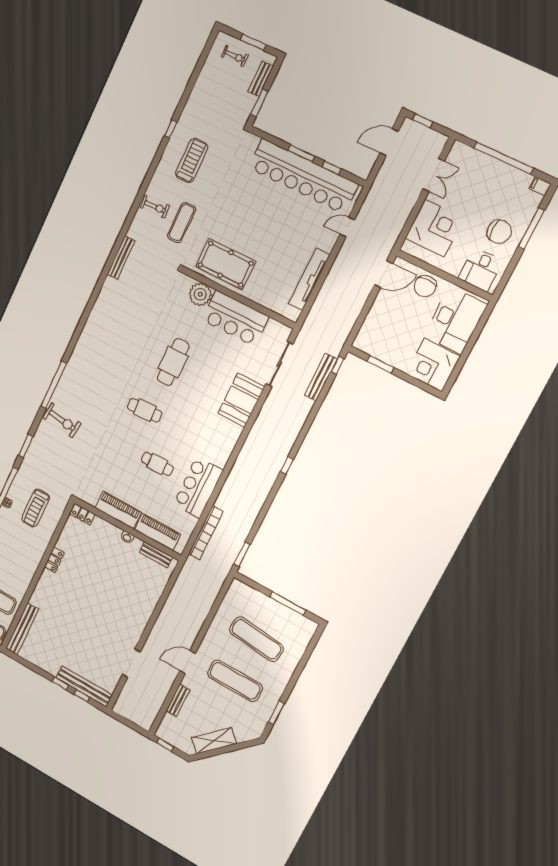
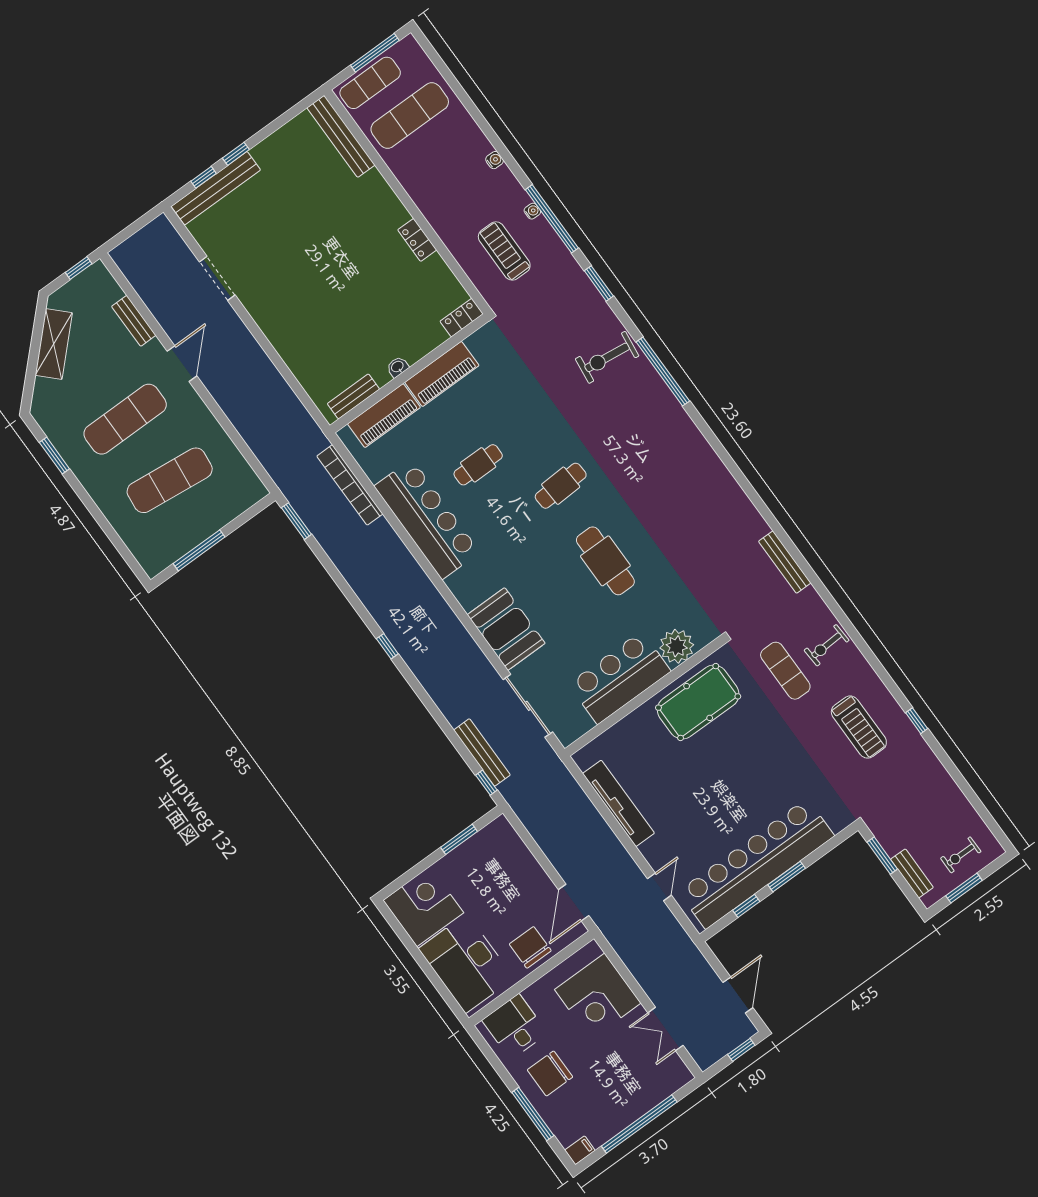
bar counter: (198, 487) -> (427, 519), width x1.36

